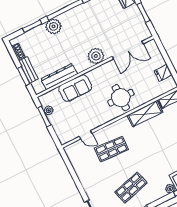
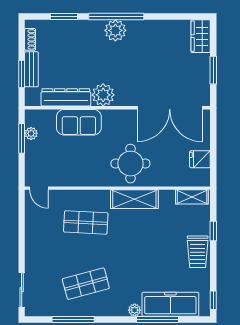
plant: (53, 26) -> (115, 30), moved
double door: (128, 50) -> (170, 108), width x1.36
plant: (96, 56) -> (103, 95), moved
shelving: (145, 114) -> (134, 199), moved
door: (86, 135) -> (39, 188), moved

